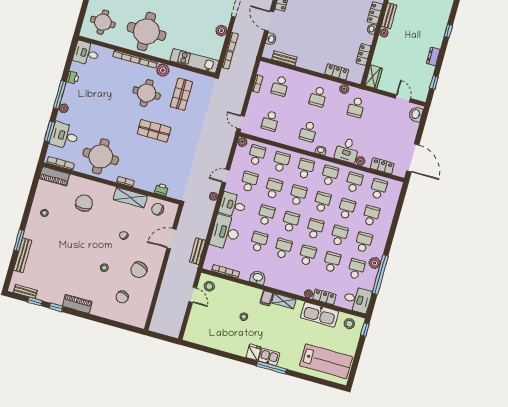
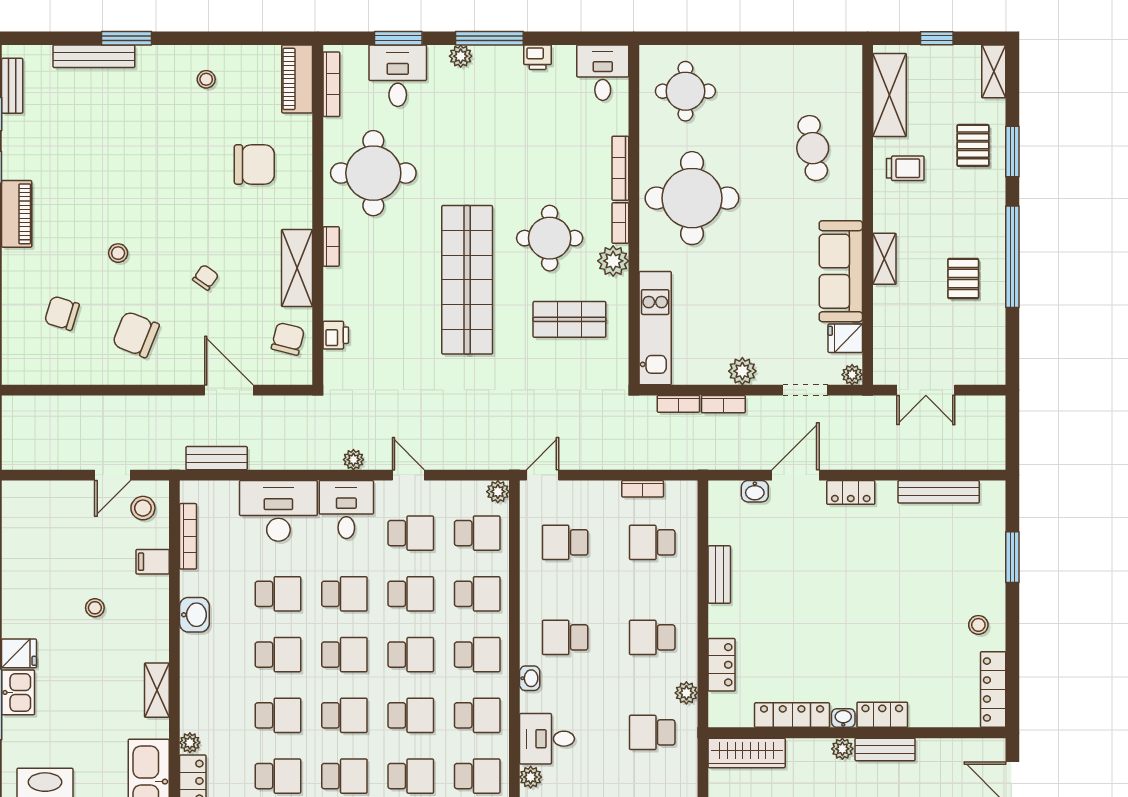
locker: (363, 54) -> (792, 715), width x1.53
bench: (284, 58) -> (719, 575), moved
wardrobe: (374, 77) -> (747, 753), width x1.50
shop shelf: (154, 131) -> (467, 280), width x2.00, depth x1.36
filing cabinet: (267, 298) -> (153, 562), moved

